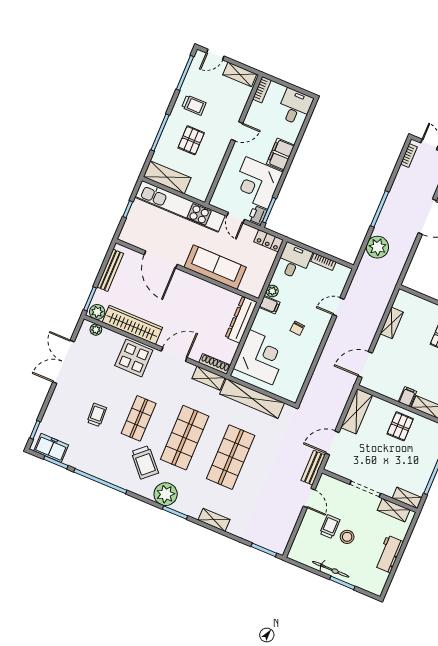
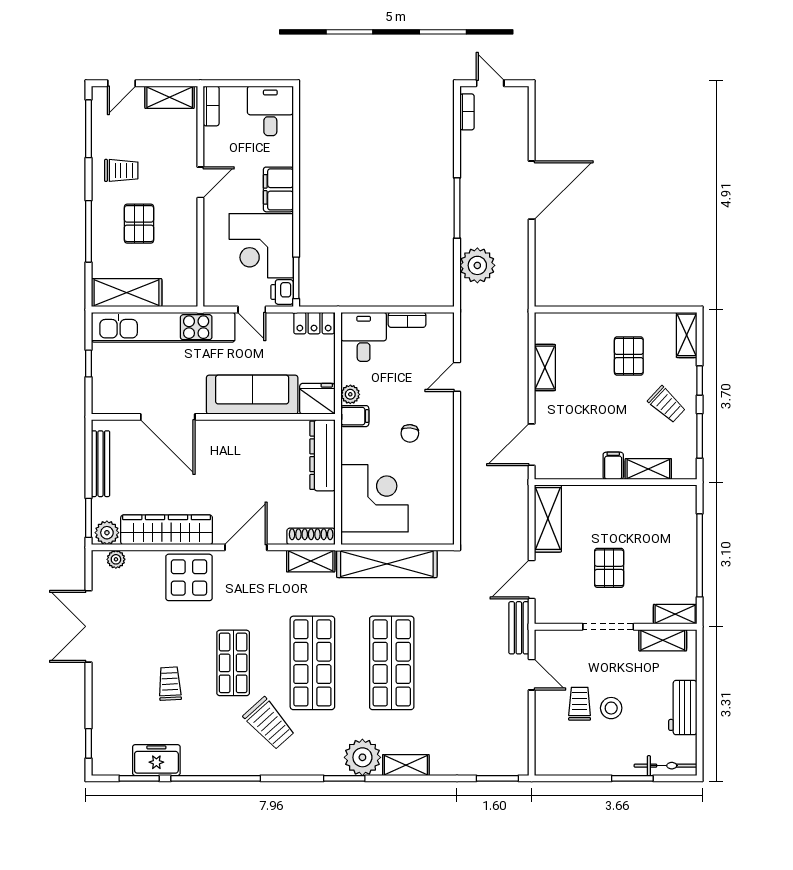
fridge: (252, 286) -> (317, 399), added
pallet: (400, 426) -> (609, 568), moved
freezer: (51, 448) -> (156, 760), moved
plant: (166, 494) -> (362, 757), moved
bicycle: (331, 569) -> (665, 766), moved

